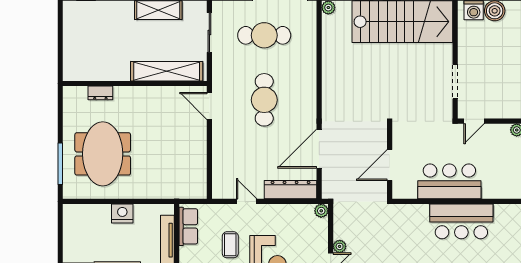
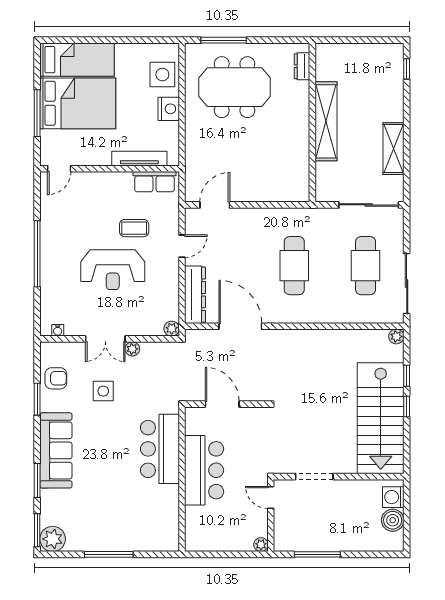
sliding door: (209, 33) -> (369, 205), width x1.37
shelving: (167, 71) -> (326, 121), moved
dresser: (100, 93) -> (302, 66), moved
cafe table: (264, 100) -> (294, 266), turned 90
door: (209, 106) -> (215, 205), moved
side table: (91, 219) -> (162, 74), added
bar counter: (461, 221) -> (160, 449), moved

